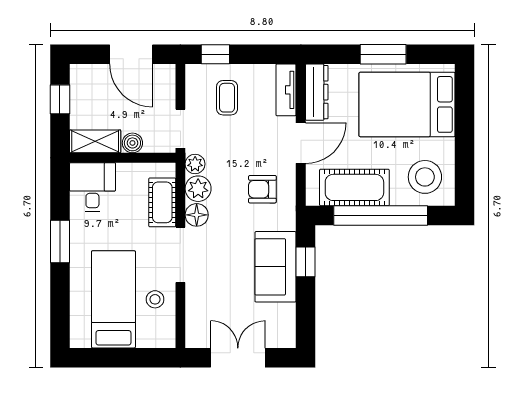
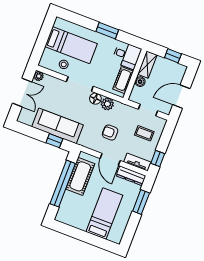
window: (215, 54) -> (158, 158), moved
window: (383, 54) -> (141, 202), moved
bed: (407, 104) -> (104, 213), width x0.67
doorway: (180, 129) -> (148, 110), moved
plant: (195, 164) -> (39, 76), moved
stool: (425, 177) -> (73, 211), removed
armchair: (262, 189) -> (110, 133), moved, turned -90
cot: (162, 202) -> (123, 80), moved, turned 90
sofa: (276, 267) -> (57, 126), width x1.36

